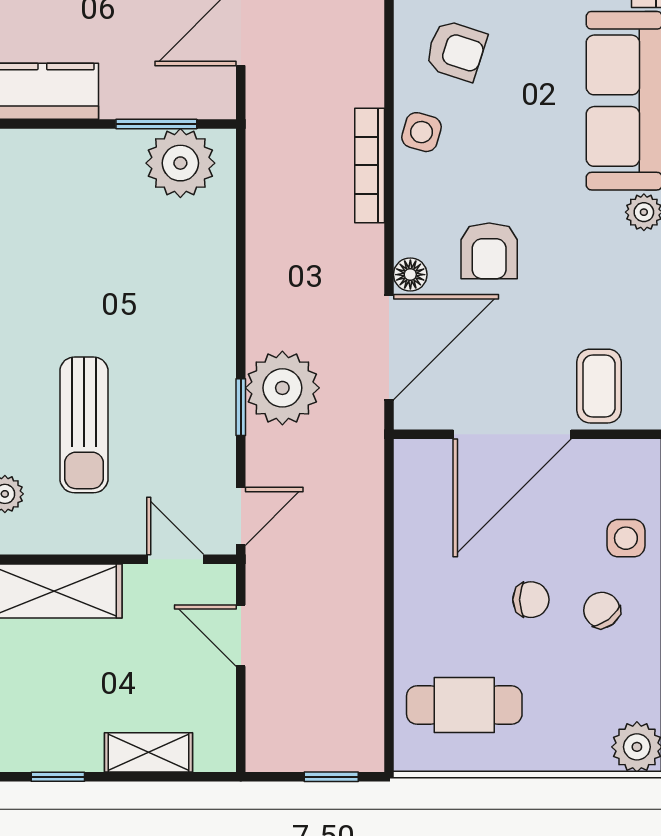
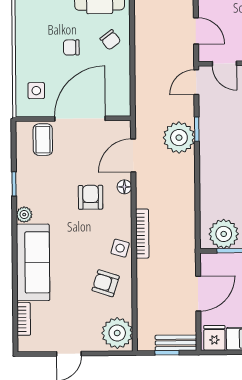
door: (389, 347) -> (133, 156), width x0.73
side table: (626, 538) -> (36, 91), moved
chair: (602, 610) -> (110, 40), moved

